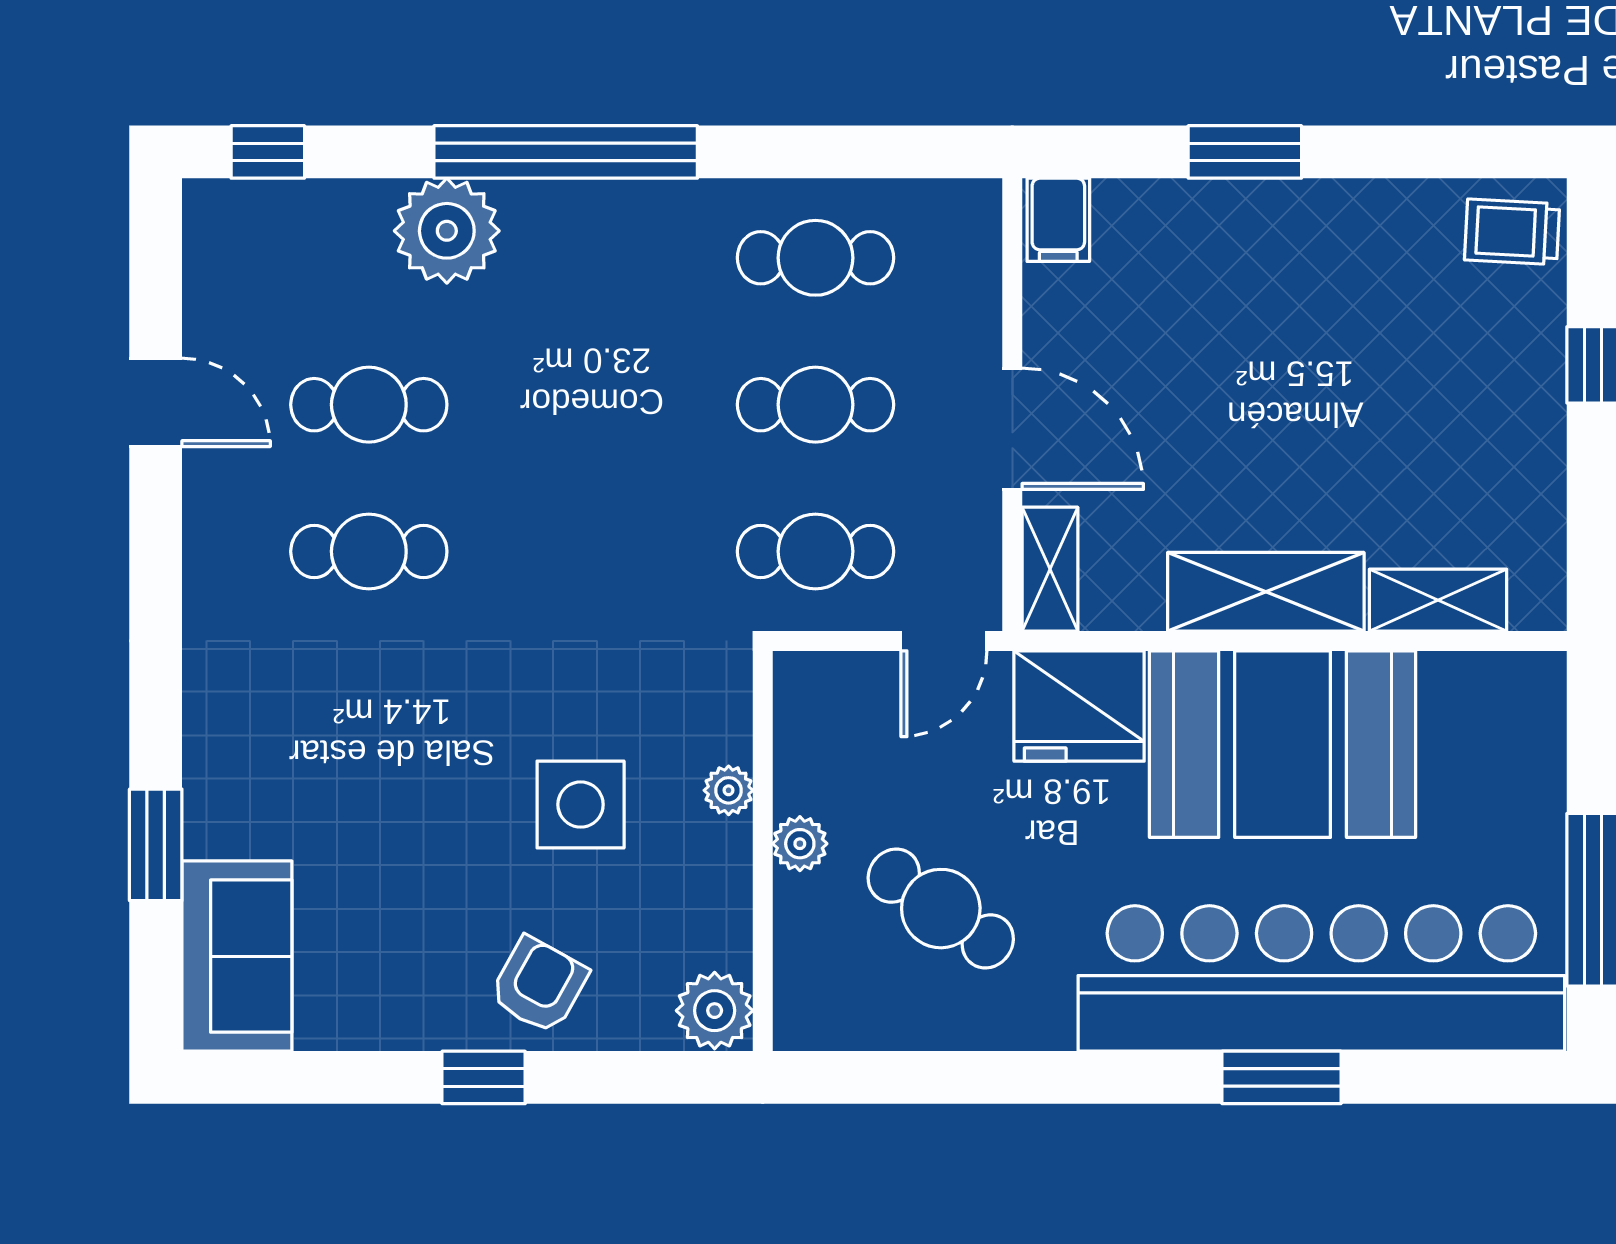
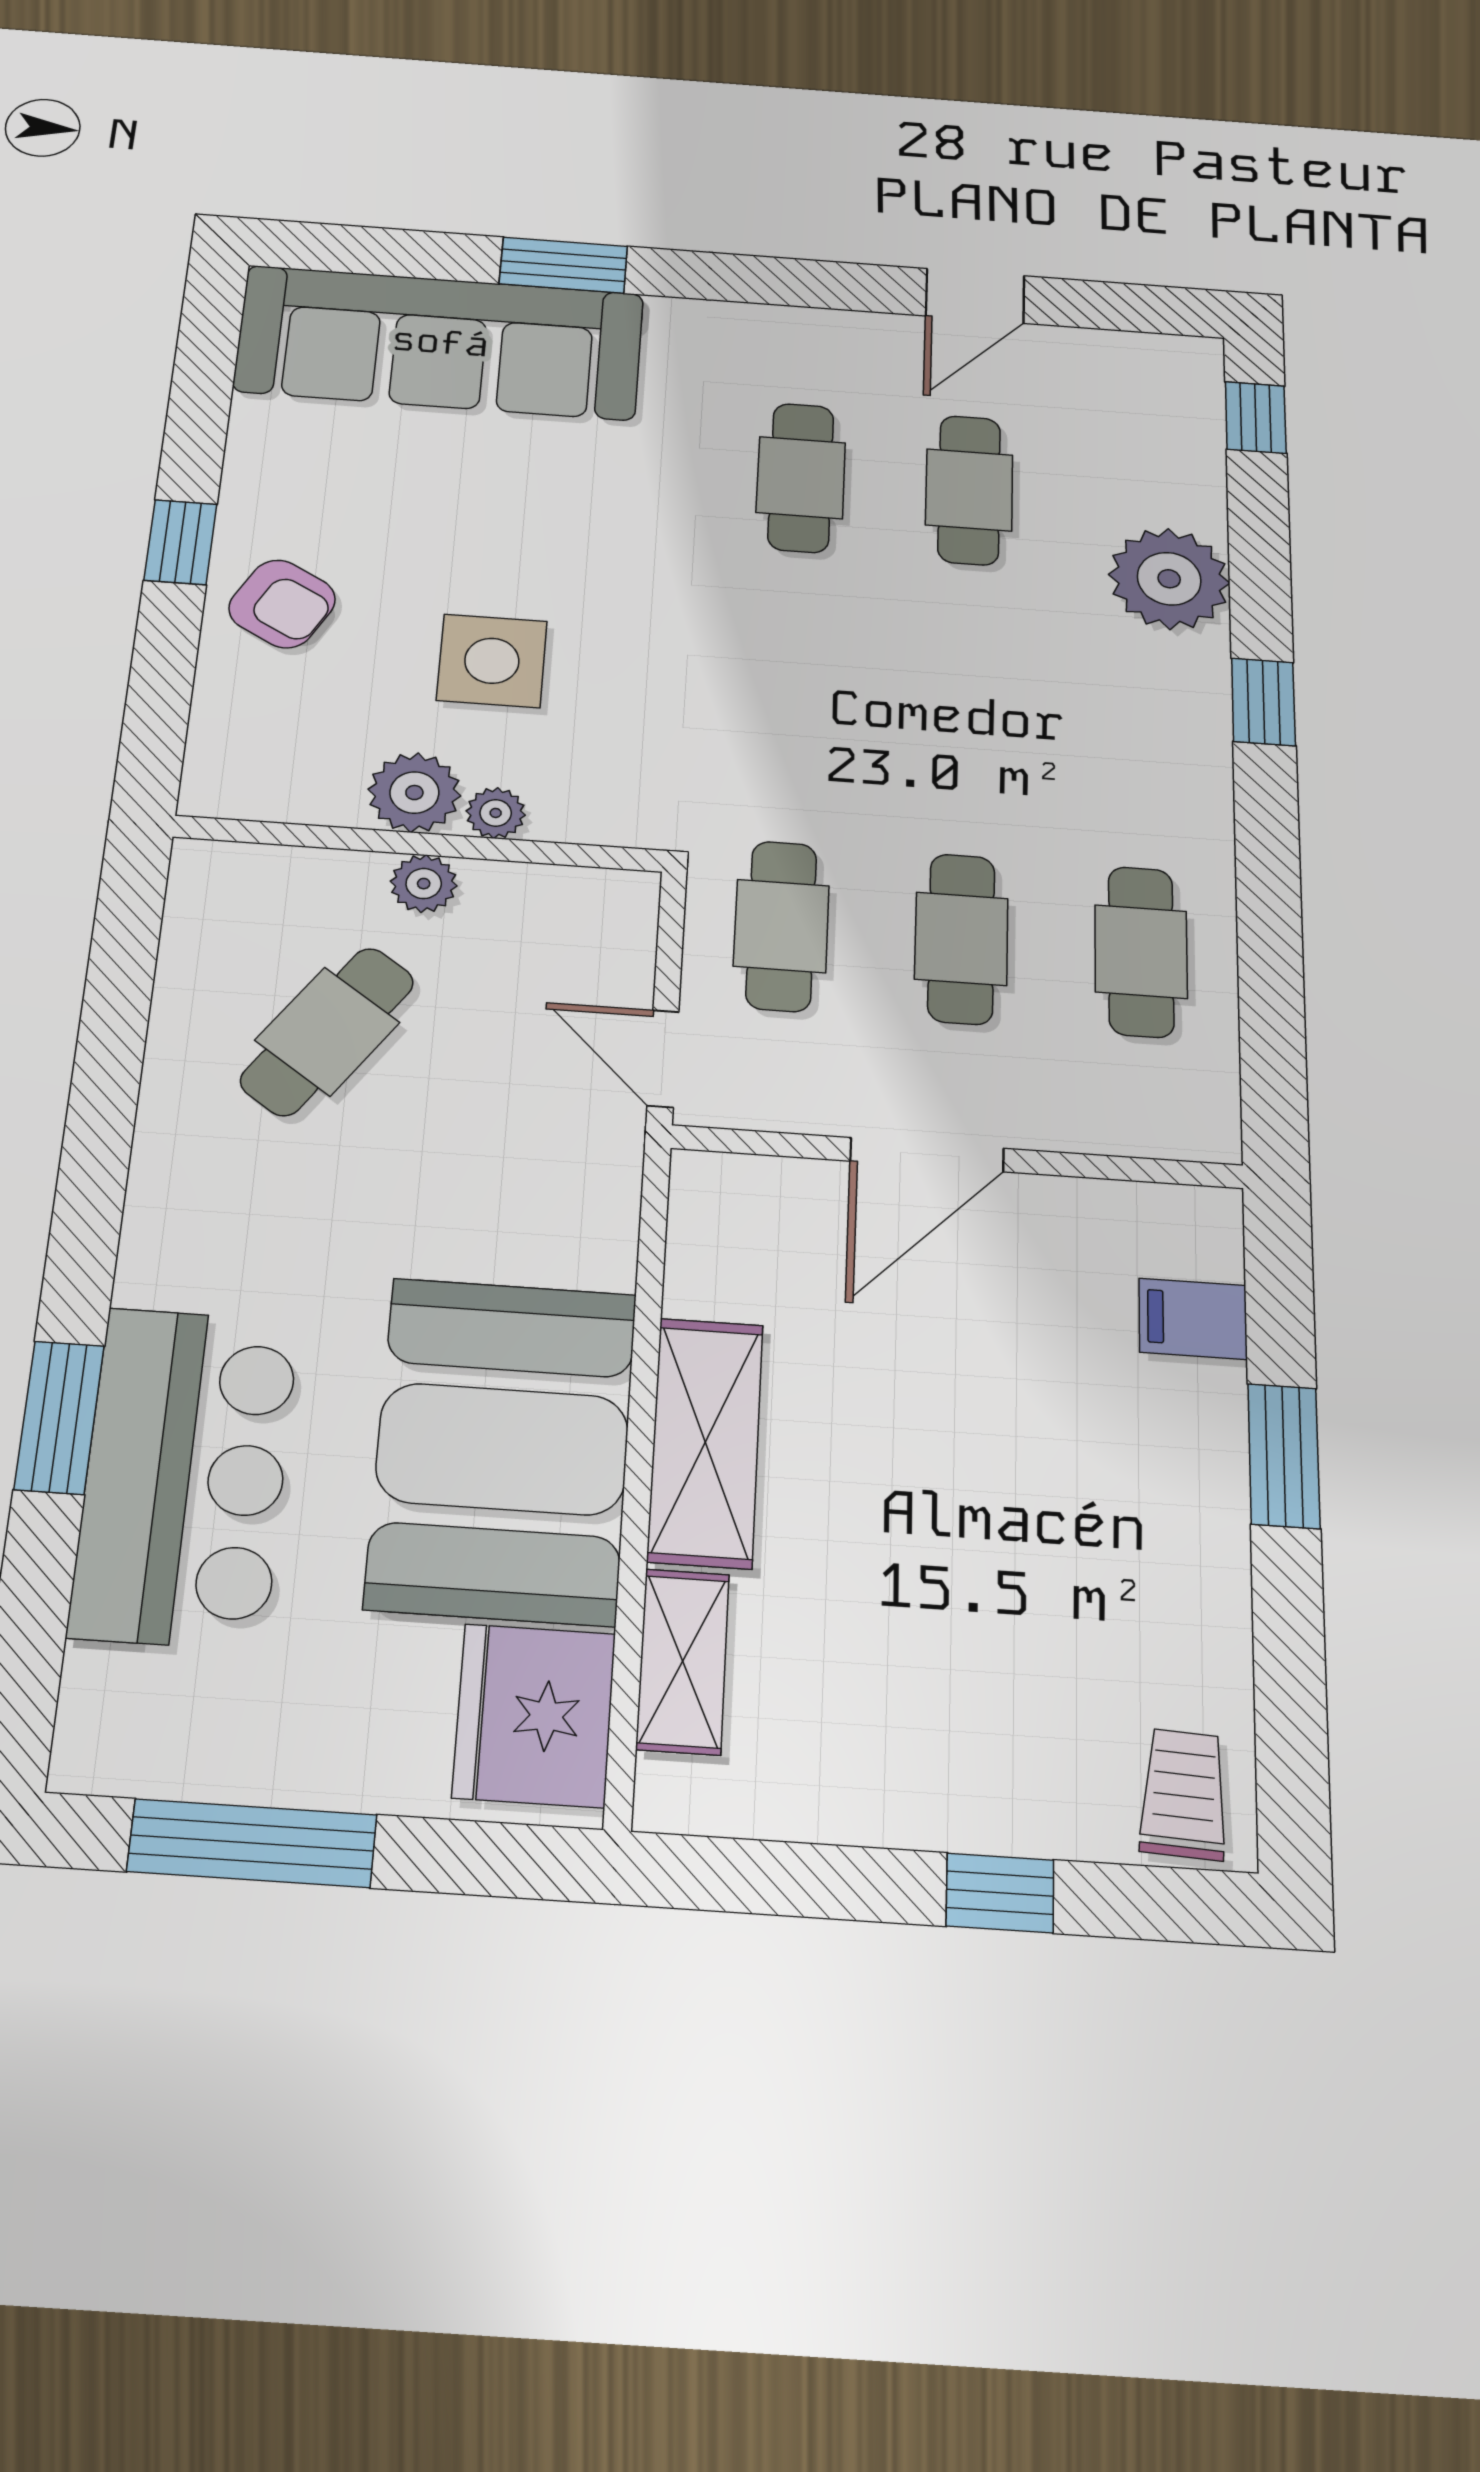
window: (566, 152) -> (1263, 702), width x0.32
filing cabinet: (1058, 220) -> (1193, 1319), moved
shelving: (1050, 569) -> (747, 1186), removed
fridge: (1079, 706) -> (534, 1715), moved
window: (156, 845) -> (563, 265), moved
sofa: (237, 956) -> (440, 342), width x1.85, depth x1.27
bar counter: (1321, 978) -> (185, 1476), width x0.54
plant: (715, 1011) -> (414, 793), moved

